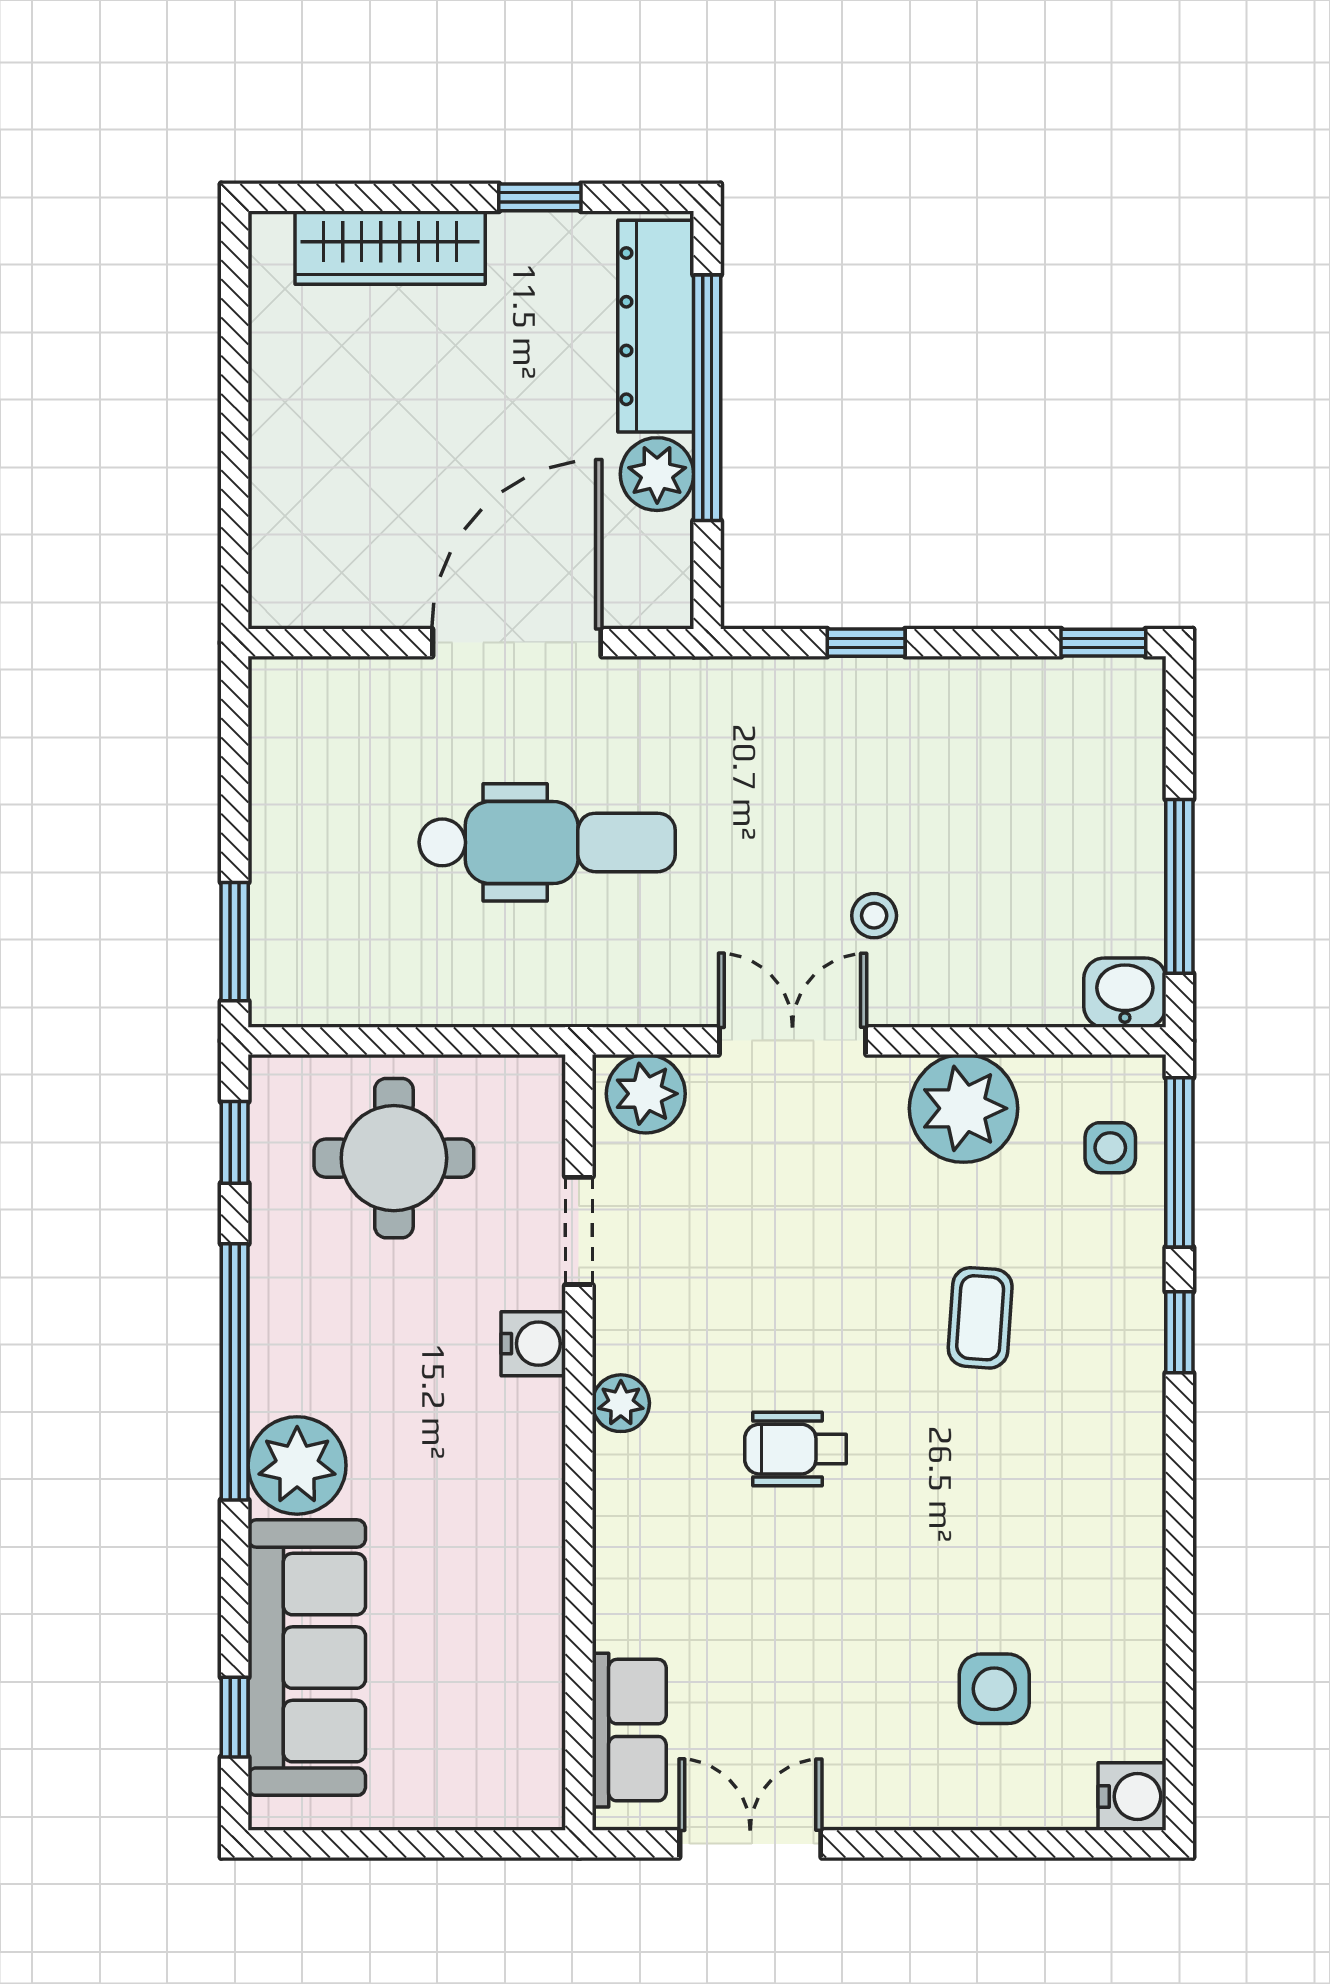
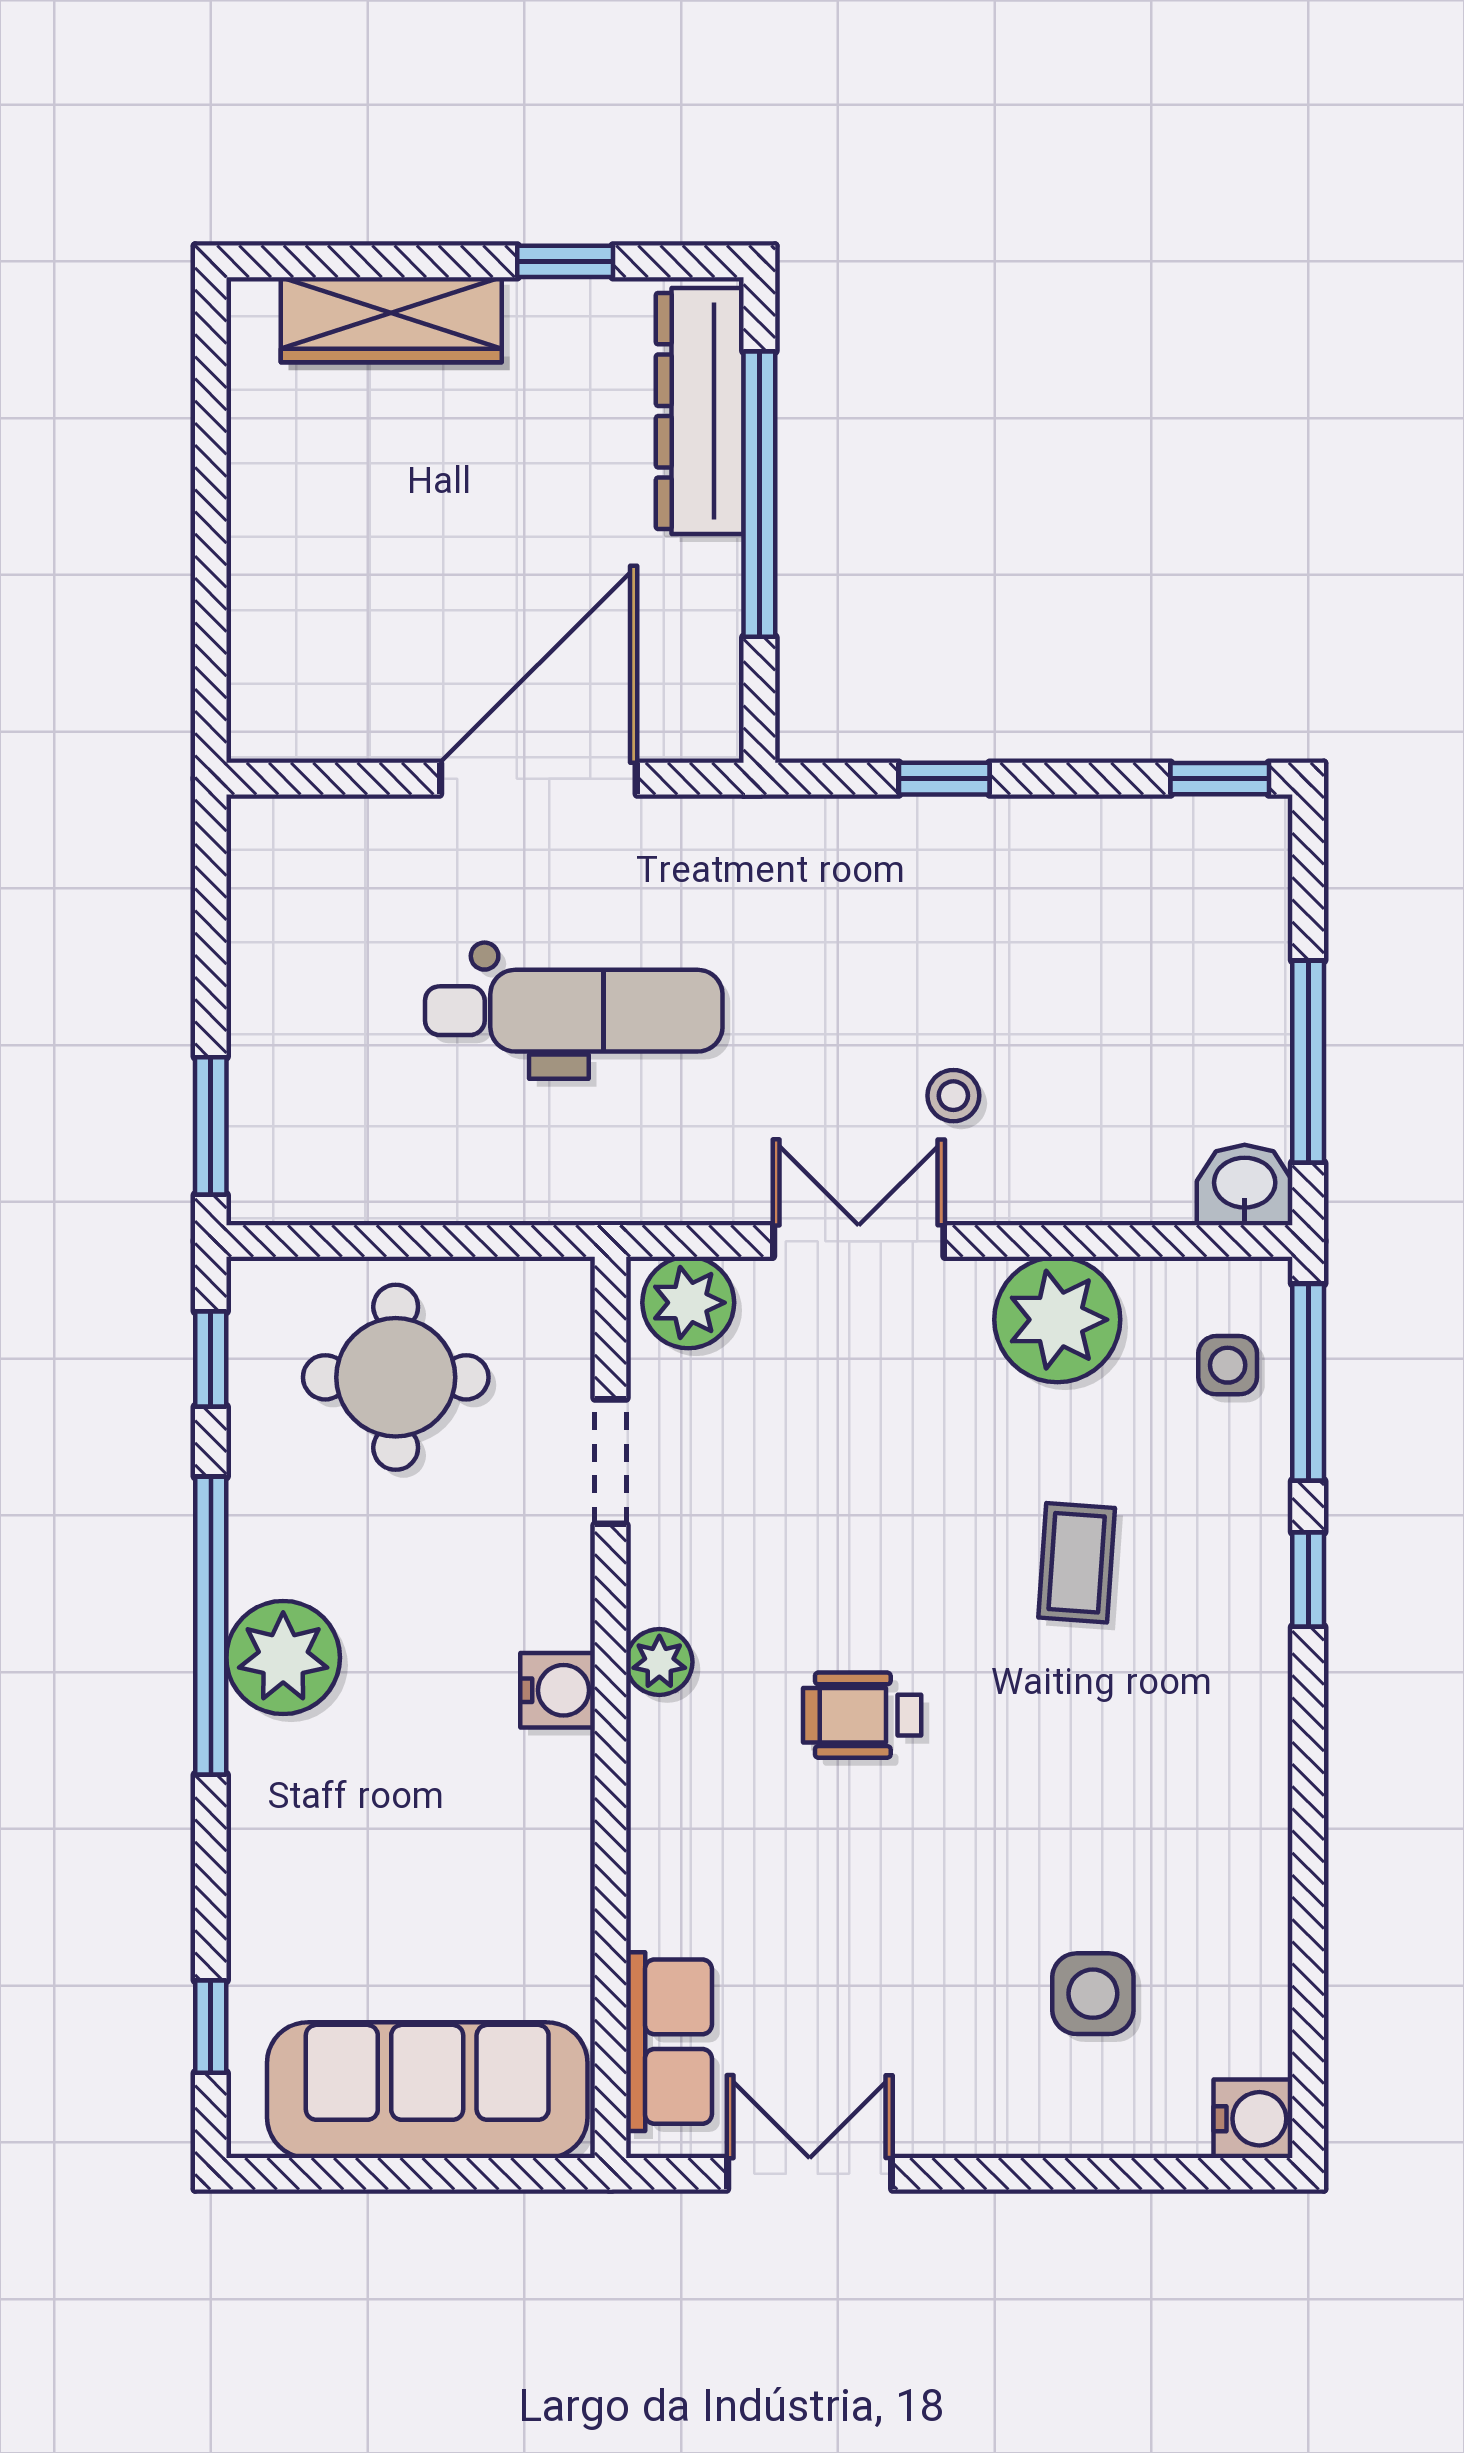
plant: (657, 474) -> (701, 583), removed
water cooler: (533, 1344) -> (558, 1690), moved
plant: (297, 1465) -> (283, 1658), moved
sofa: (307, 1658) -> (427, 2090), moved, turned -90

